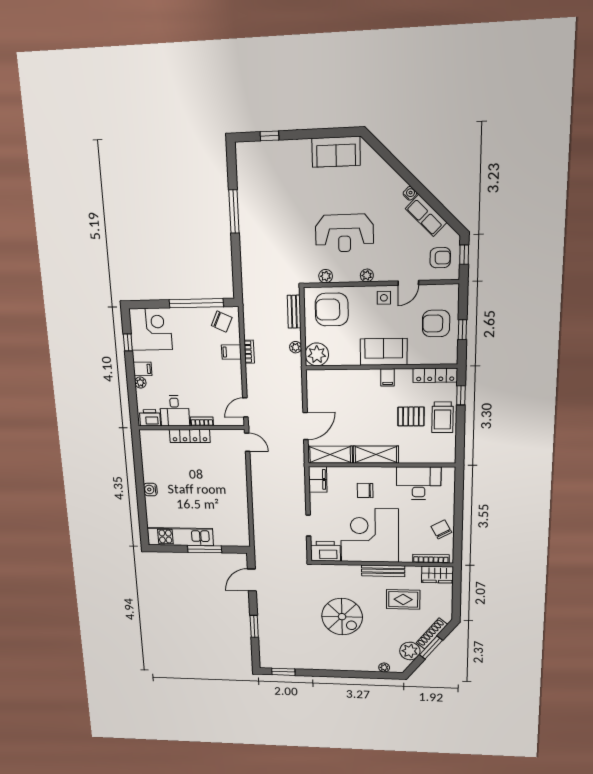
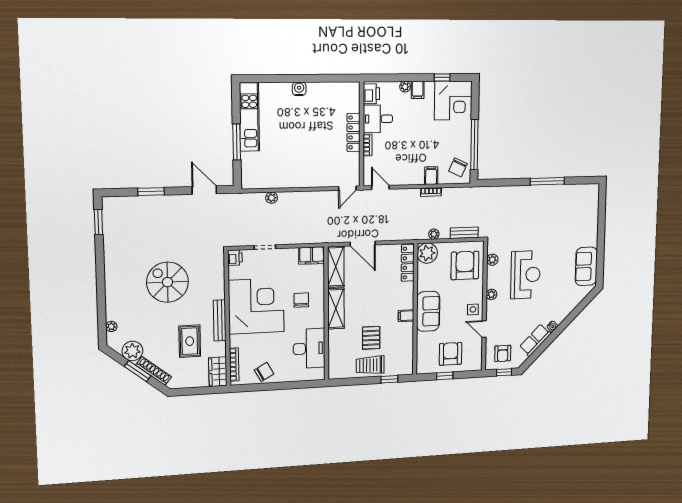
window: (269, 136) -> (602, 212), removed
reception desk: (344, 233) -> (525, 275), turned 180
locker: (435, 375) -> (408, 263), moved
plant: (258, 518) -> (272, 198), added
printer: (325, 551) -> (235, 258), width x0.53, depth x0.68
spiral stairs: (342, 617) -> (167, 282), turned 90

